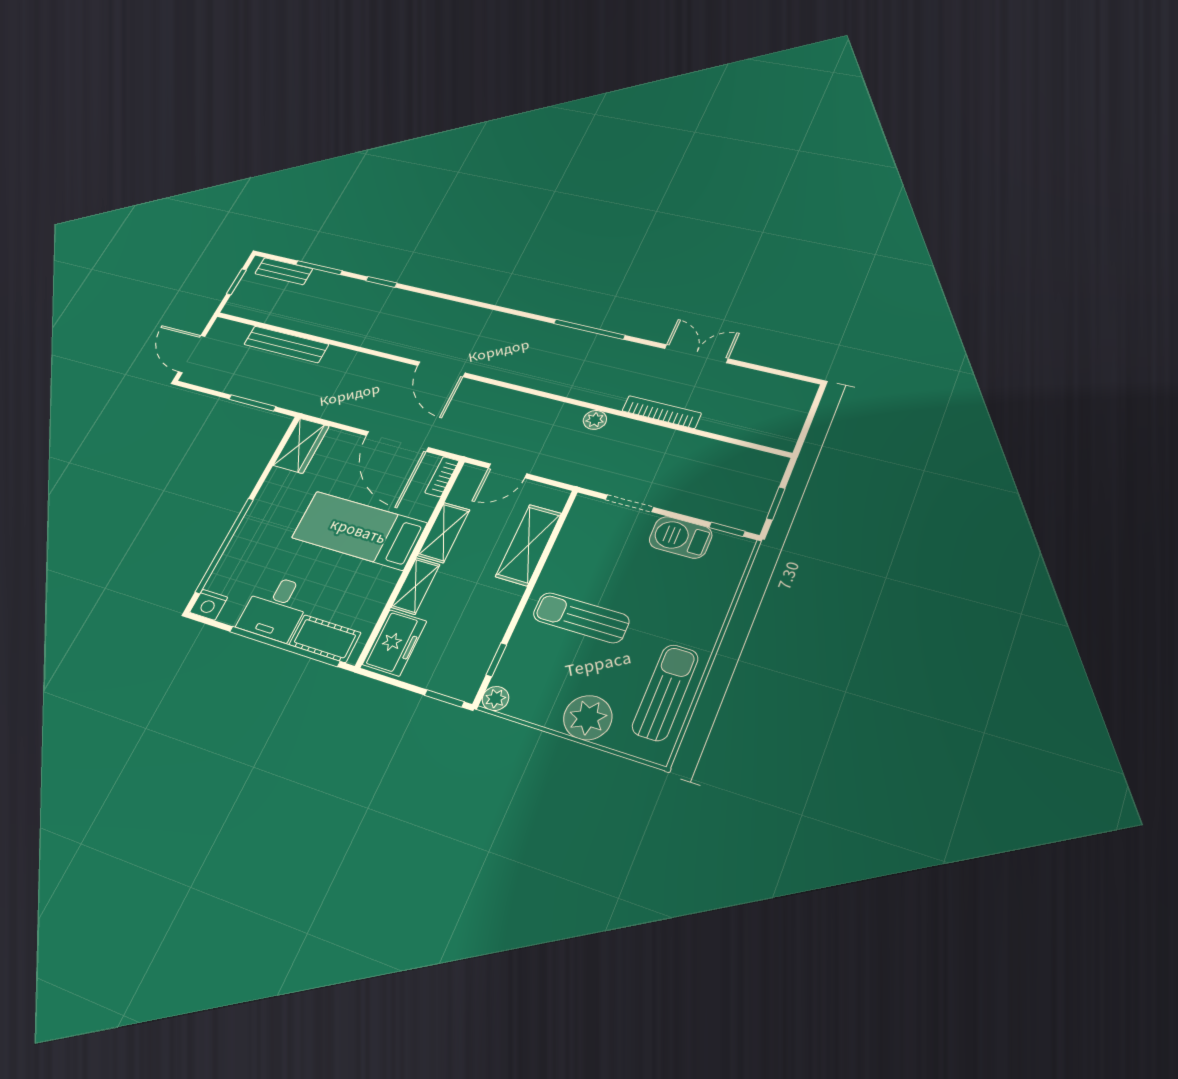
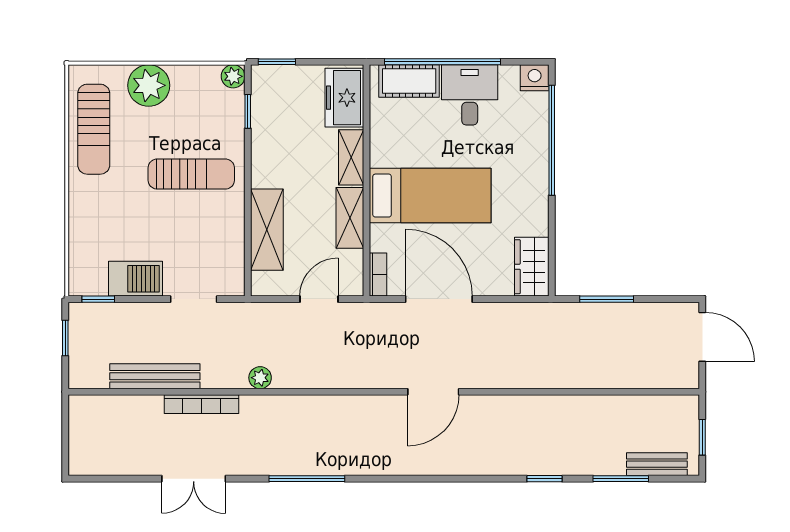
bench: (286, 344) -> (155, 376), moved
door: (441, 369) -> (433, 392), swing flipped

